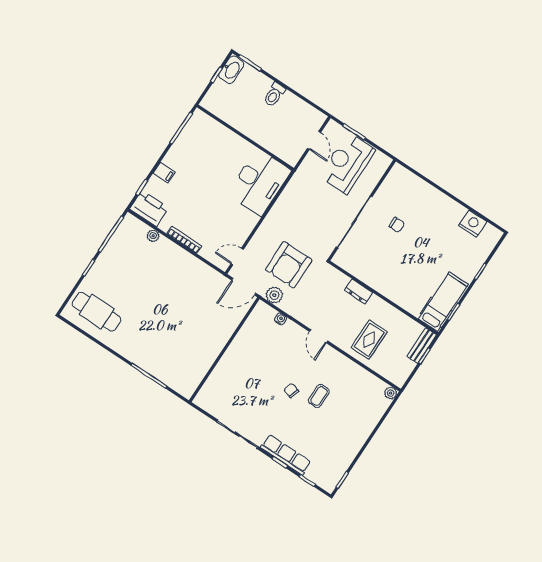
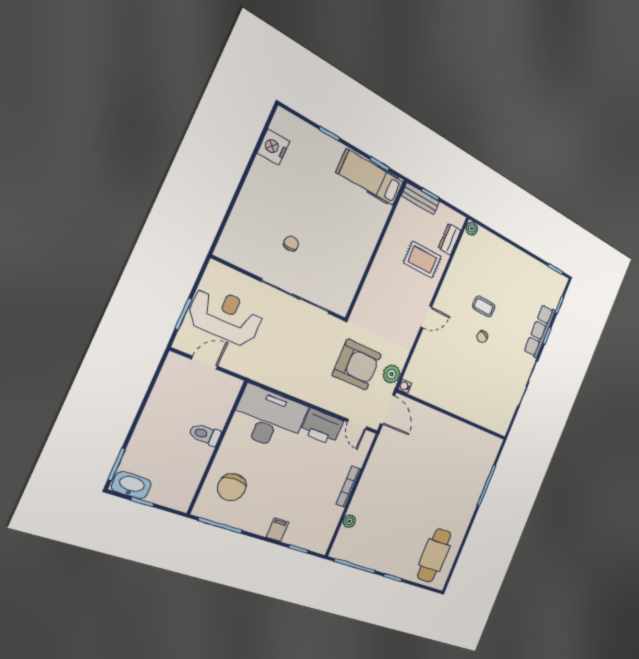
toilet: (274, 95) -> (205, 434), moved, turned 180
chair: (210, 143) -> (232, 487), added
reception desk: (347, 163) -> (226, 316), turned 180
printer: (149, 208) -> (322, 427), moved, turned -90
dresser: (359, 291) -> (449, 239), moved, turned 180
water cooler: (281, 319) -> (405, 386), moved

